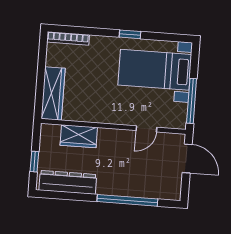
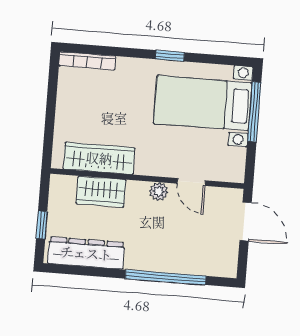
wardrobe: (53, 94) -> (99, 158), moved, turned -90
window: (192, 101) -> (254, 112), moved
door: (146, 129) -> (191, 182), hinge flipped
plant: (122, 136) -> (159, 191), added

